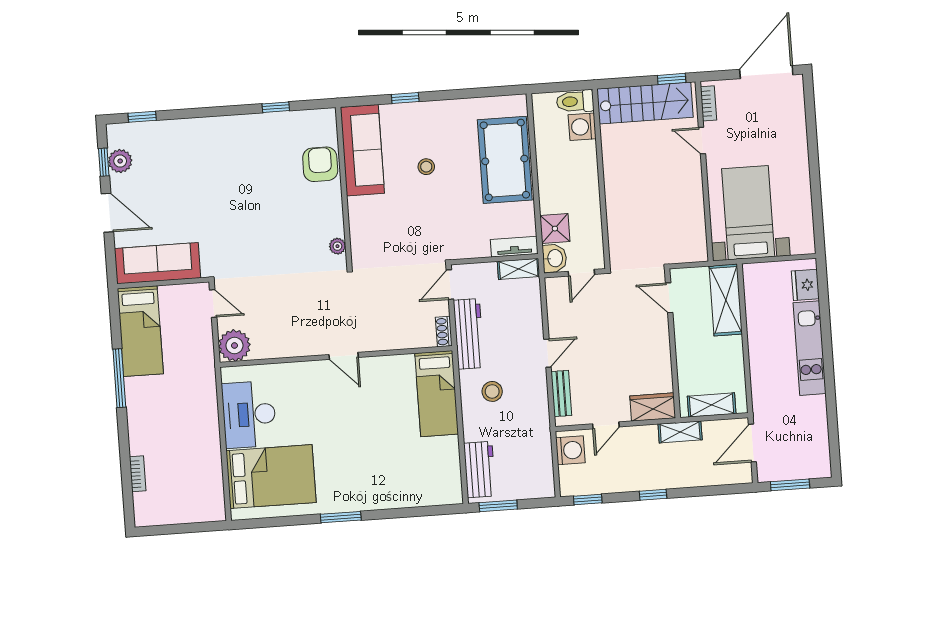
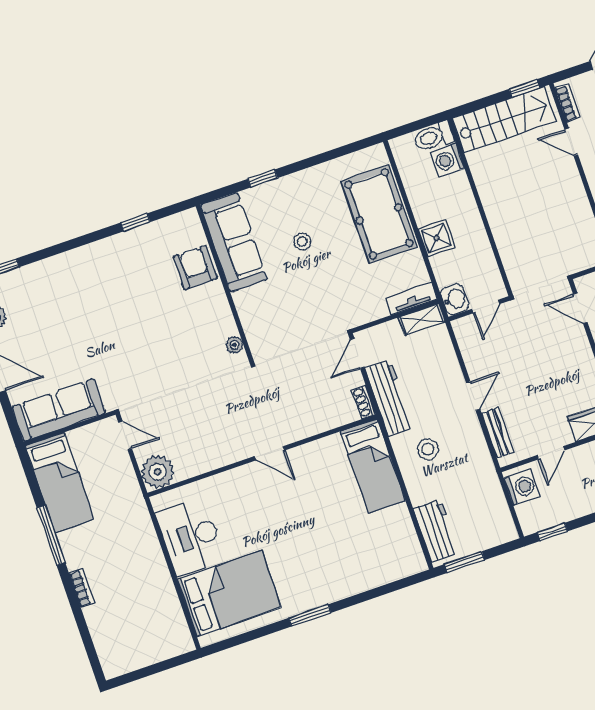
shower: (555, 229) -> (437, 238), moved
bookcase: (138, 474) -> (82, 588), moved

